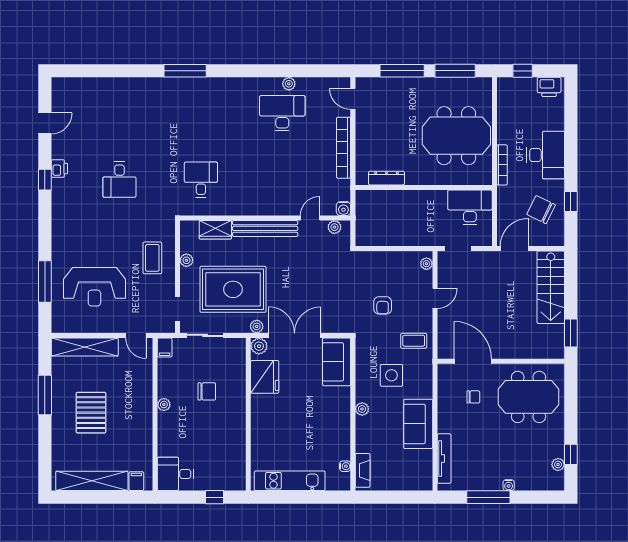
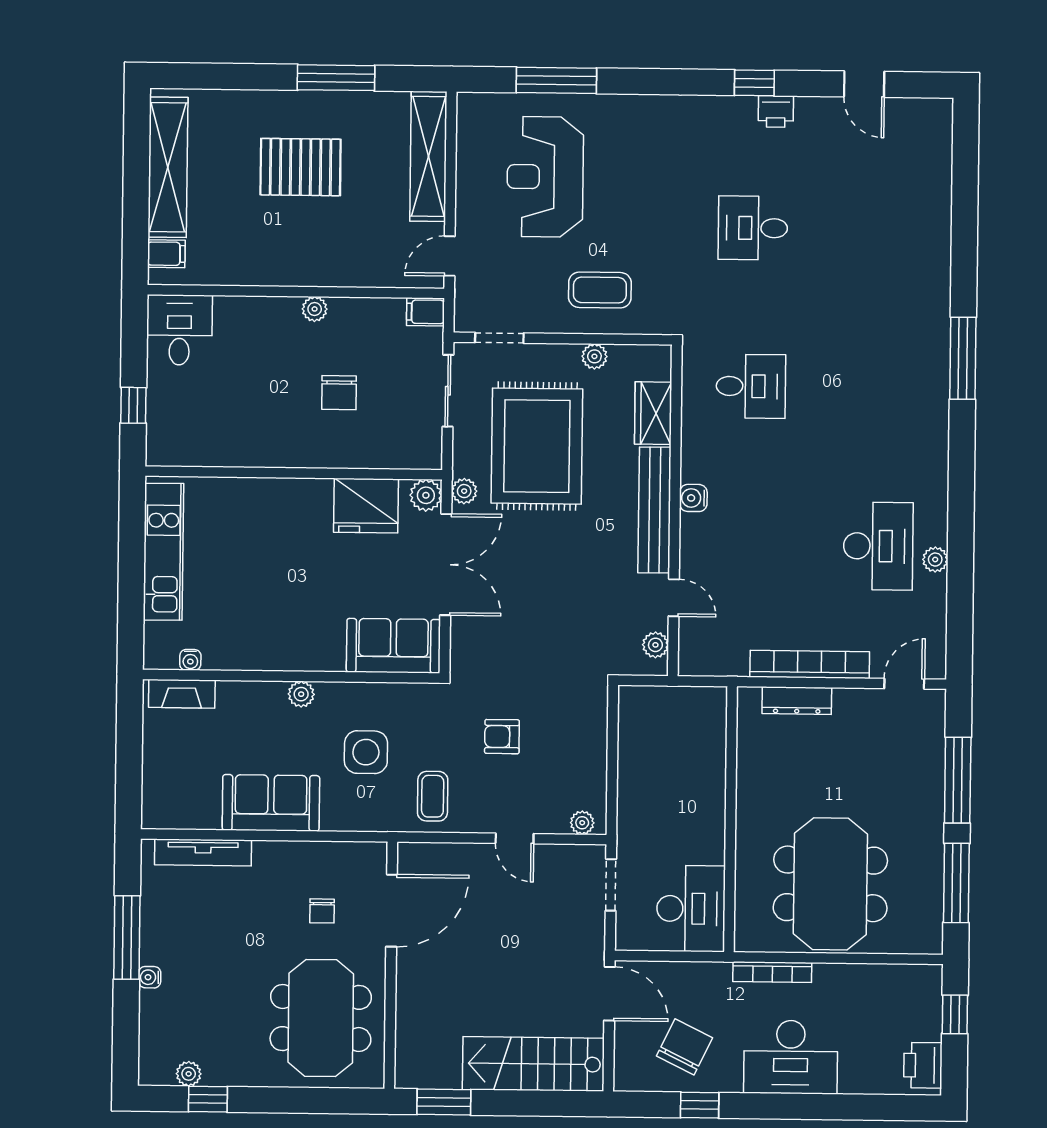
dresser: (386, 178) -> (797, 701), moved, turned 90
water cooler: (343, 209) -> (693, 498), moved

